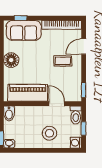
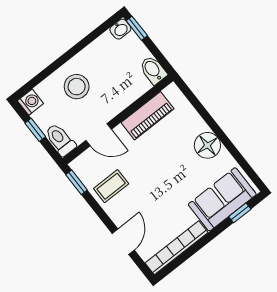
coffee table: (63, 61) -> (111, 186), moved
piano: (28, 93) -> (147, 116), width x0.73, depth x0.75

